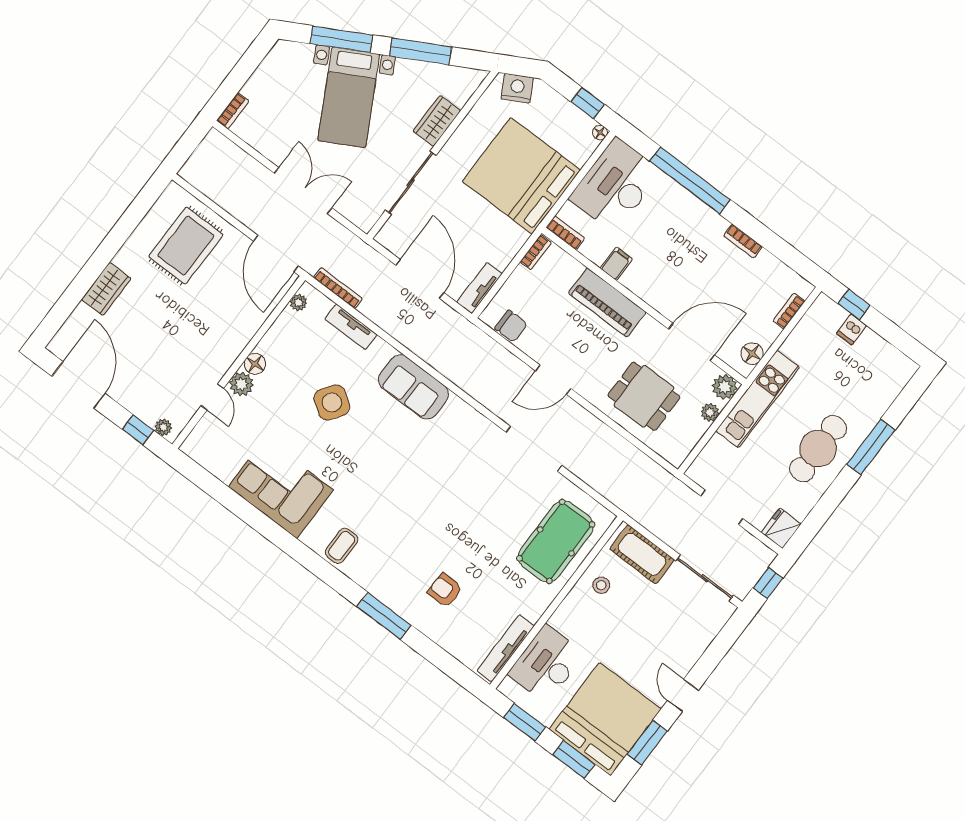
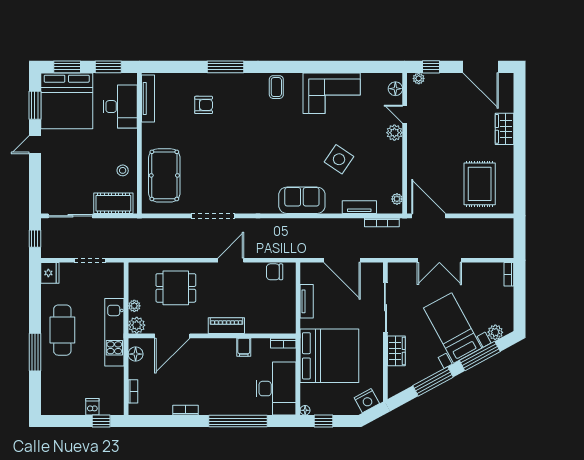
plant: (301, 54) -> (495, 332), added
bookcase: (536, 252) -> (291, 321), removed
tv unit: (479, 288) -> (307, 301), moved
piano: (607, 302) -> (226, 326), width x0.73, depth x0.75
floor lamp: (255, 364) -> (395, 89), moved
door: (683, 695) -> (35, 145), swing flipped

